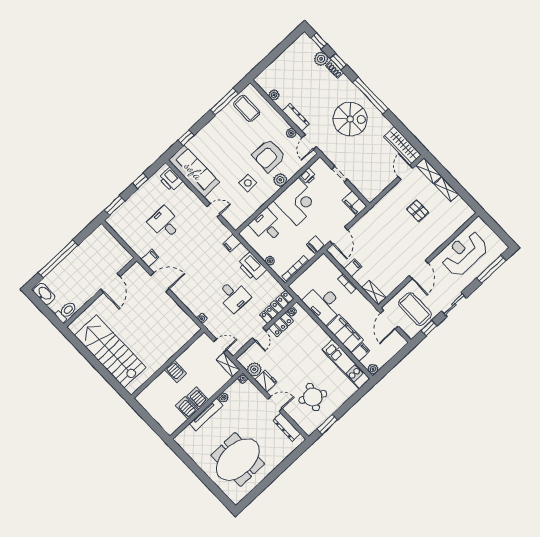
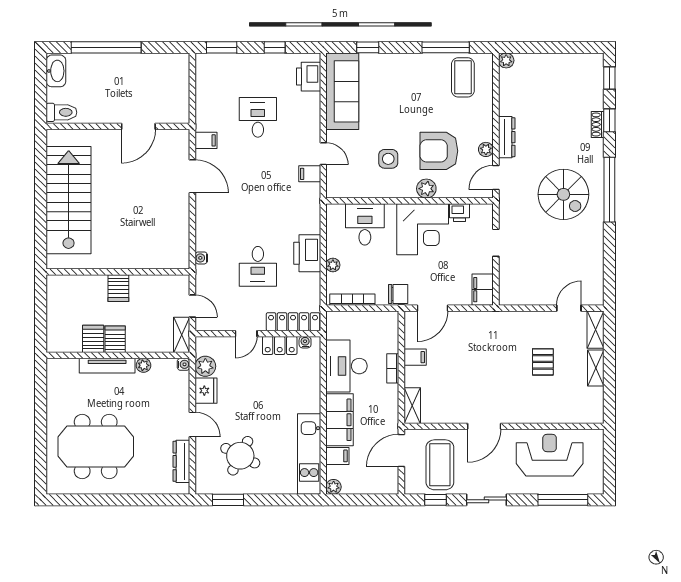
plant: (321, 59) -> (594, 100), removed
plant: (274, 95) -> (506, 60), moved
wardrobe: (402, 146) -> (593, 276), removed
filing cabinet: (232, 243) -> (310, 174), moved

